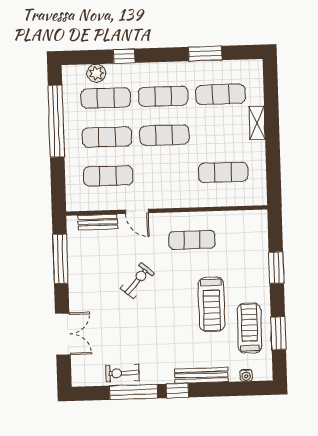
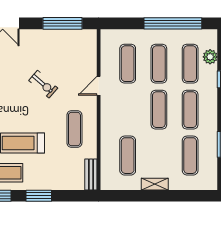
shelving: (257, 123) -> (155, 184), moved
bench: (98, 222) -> (91, 174), moved
window: (276, 268) -> (39, 196), moved

